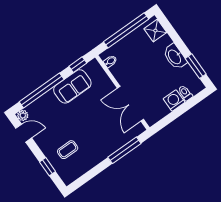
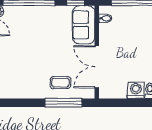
sofa: (72, 86) -> (84, 25), moved, turned 90
coffee table: (68, 150) -> (60, 82), moved

